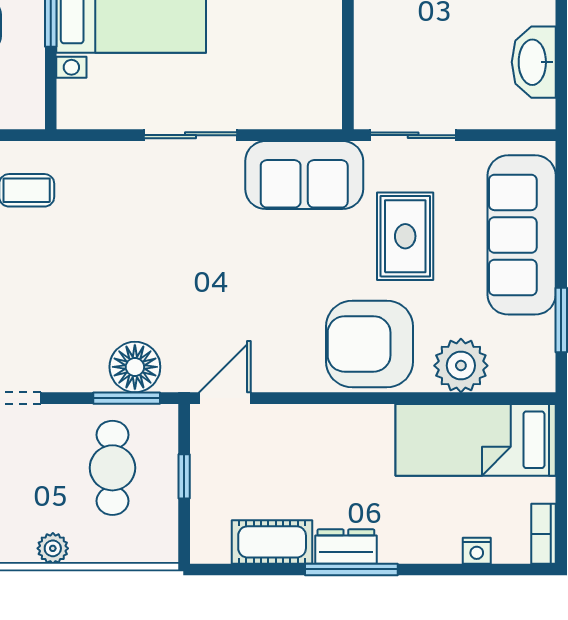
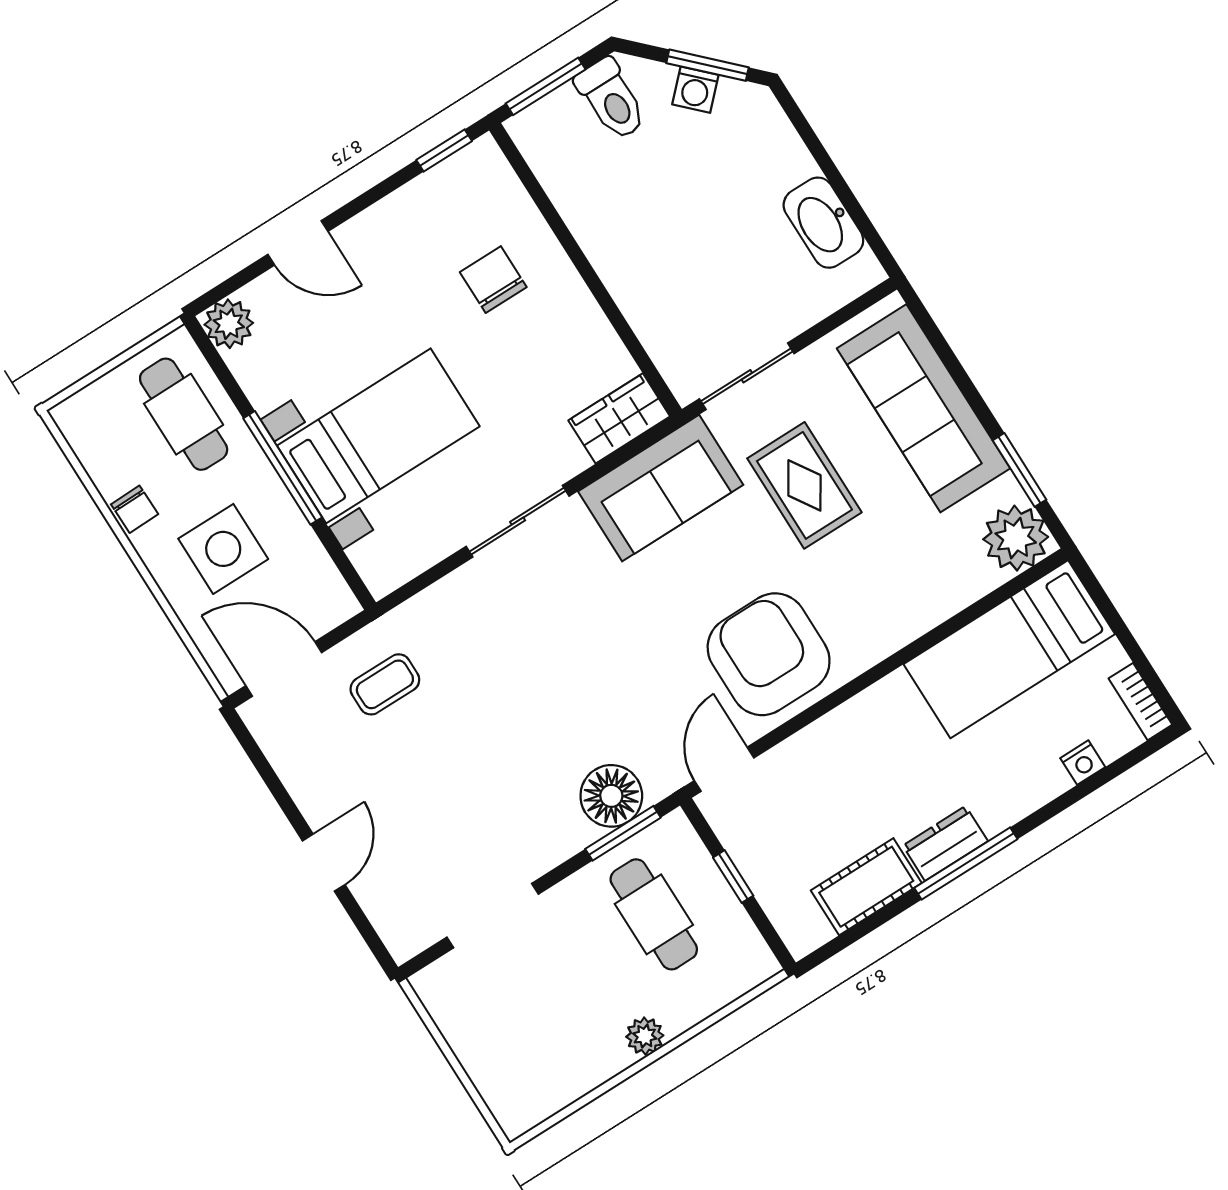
wardrobe: (306, 108) -> (619, 418), added
armchair: (369, 344) -> (769, 654), moved, turned 90
plant: (461, 366) -> (1016, 538), moved

